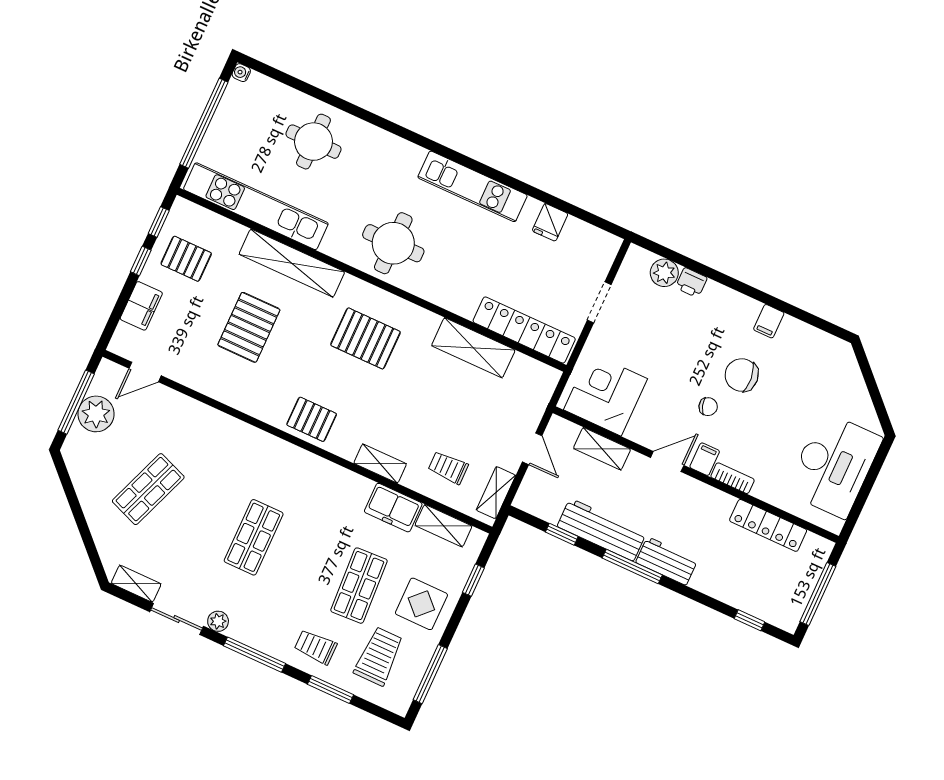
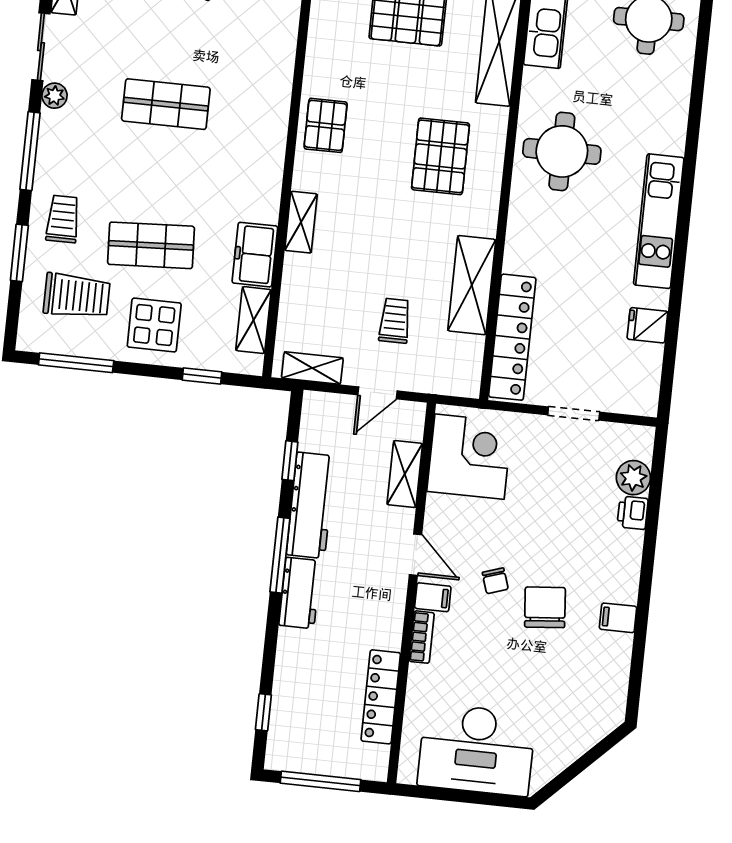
trolley: (448, 468) -> (395, 321), moved

